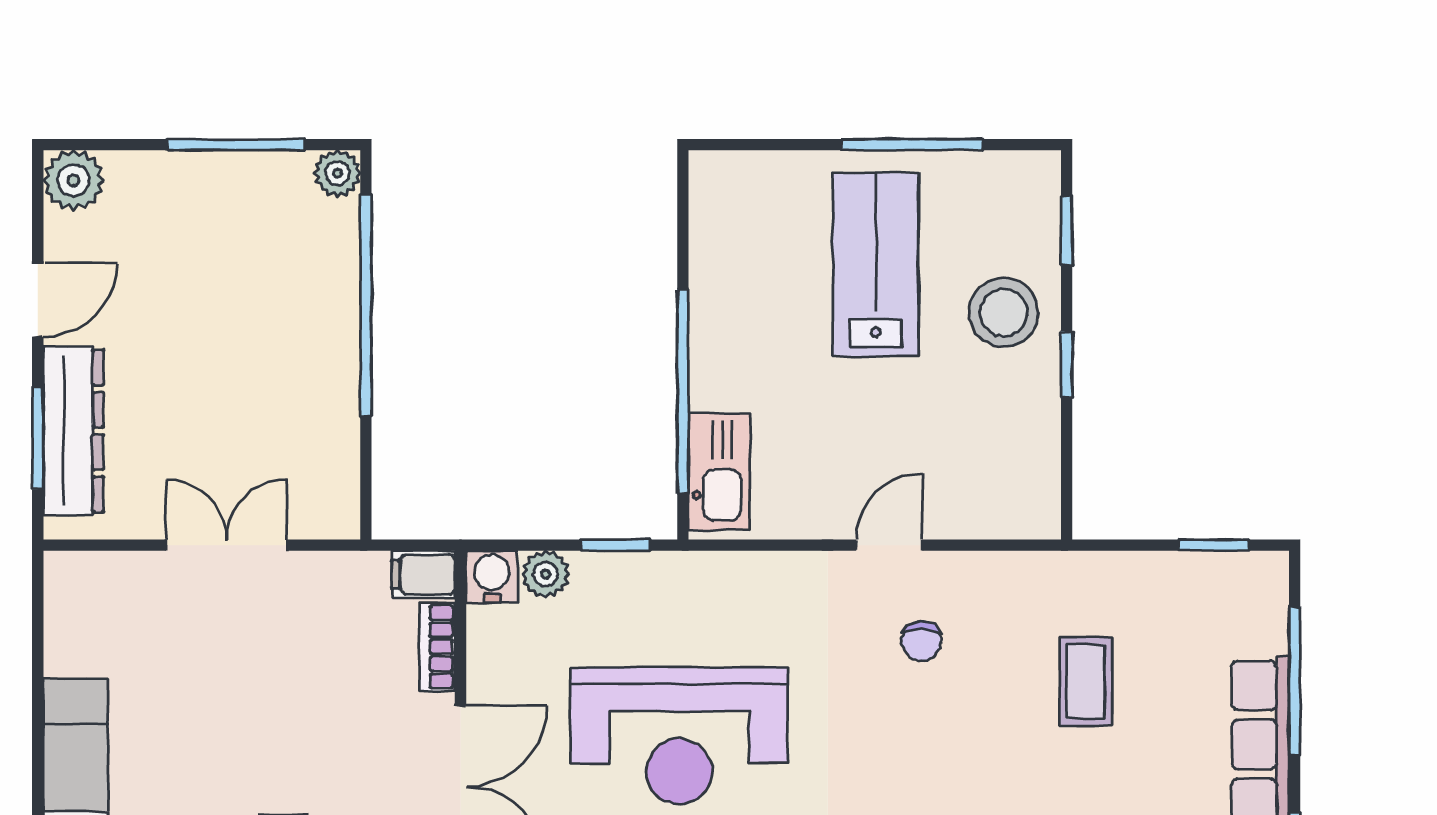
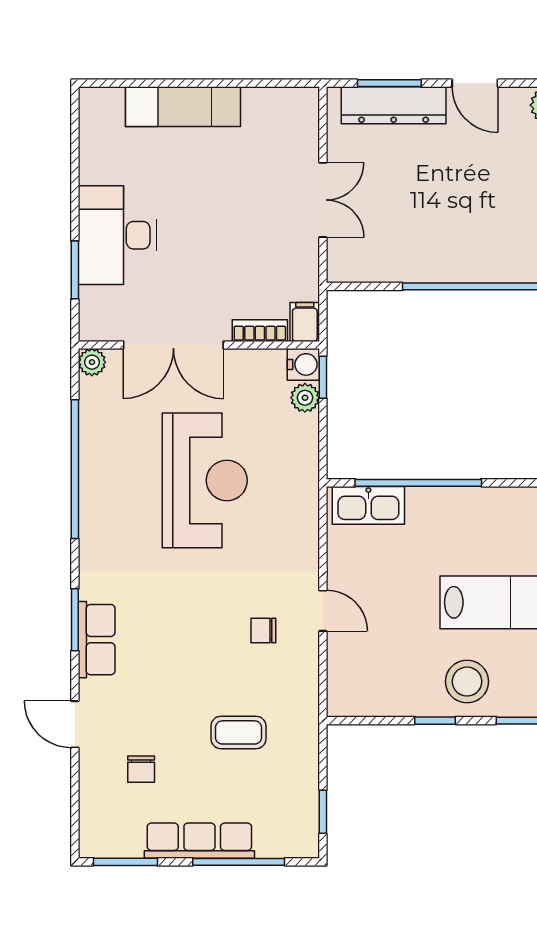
window: (615, 545) -> (323, 377), moved
reception desk: (679, 736) -> (205, 480), turned 180

